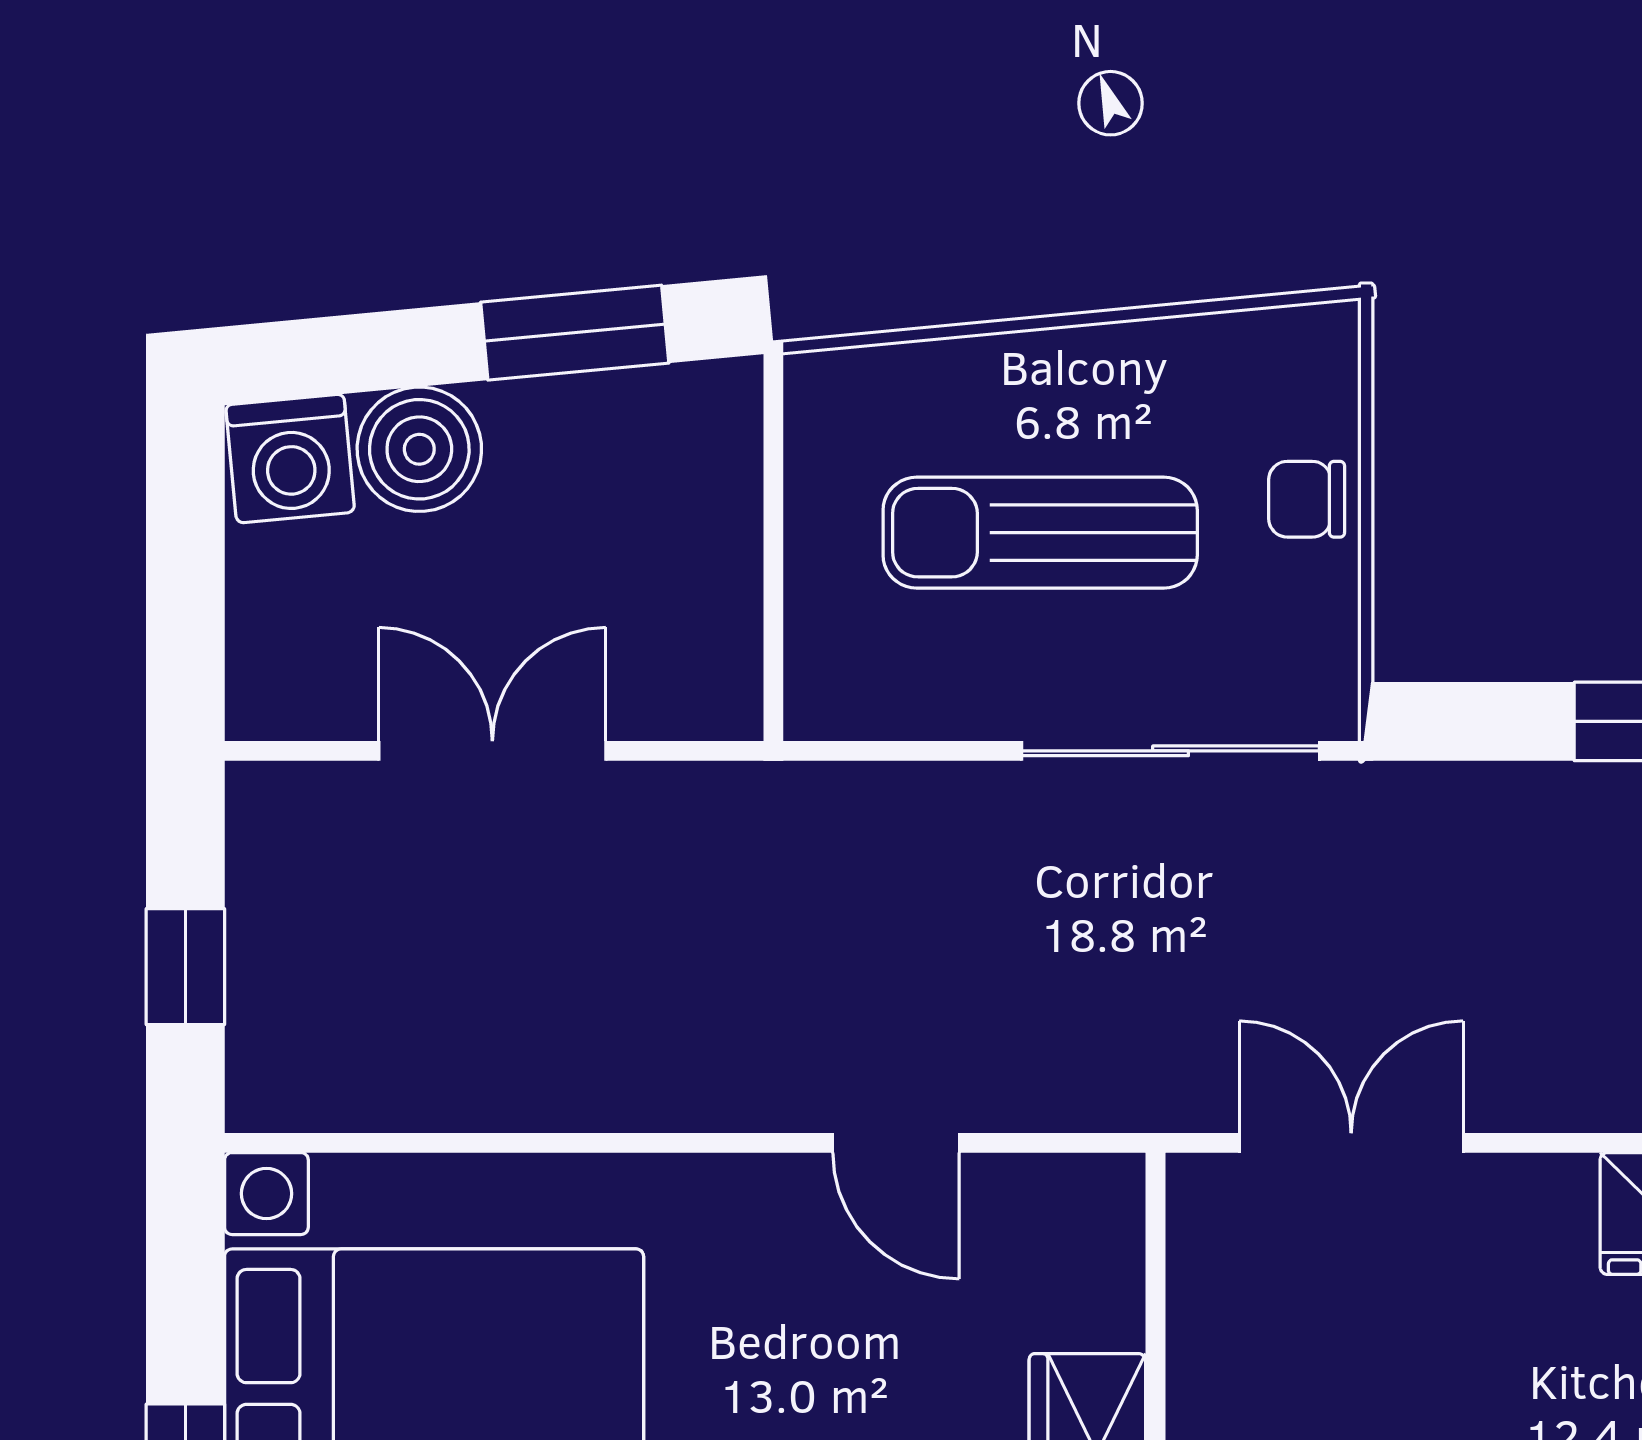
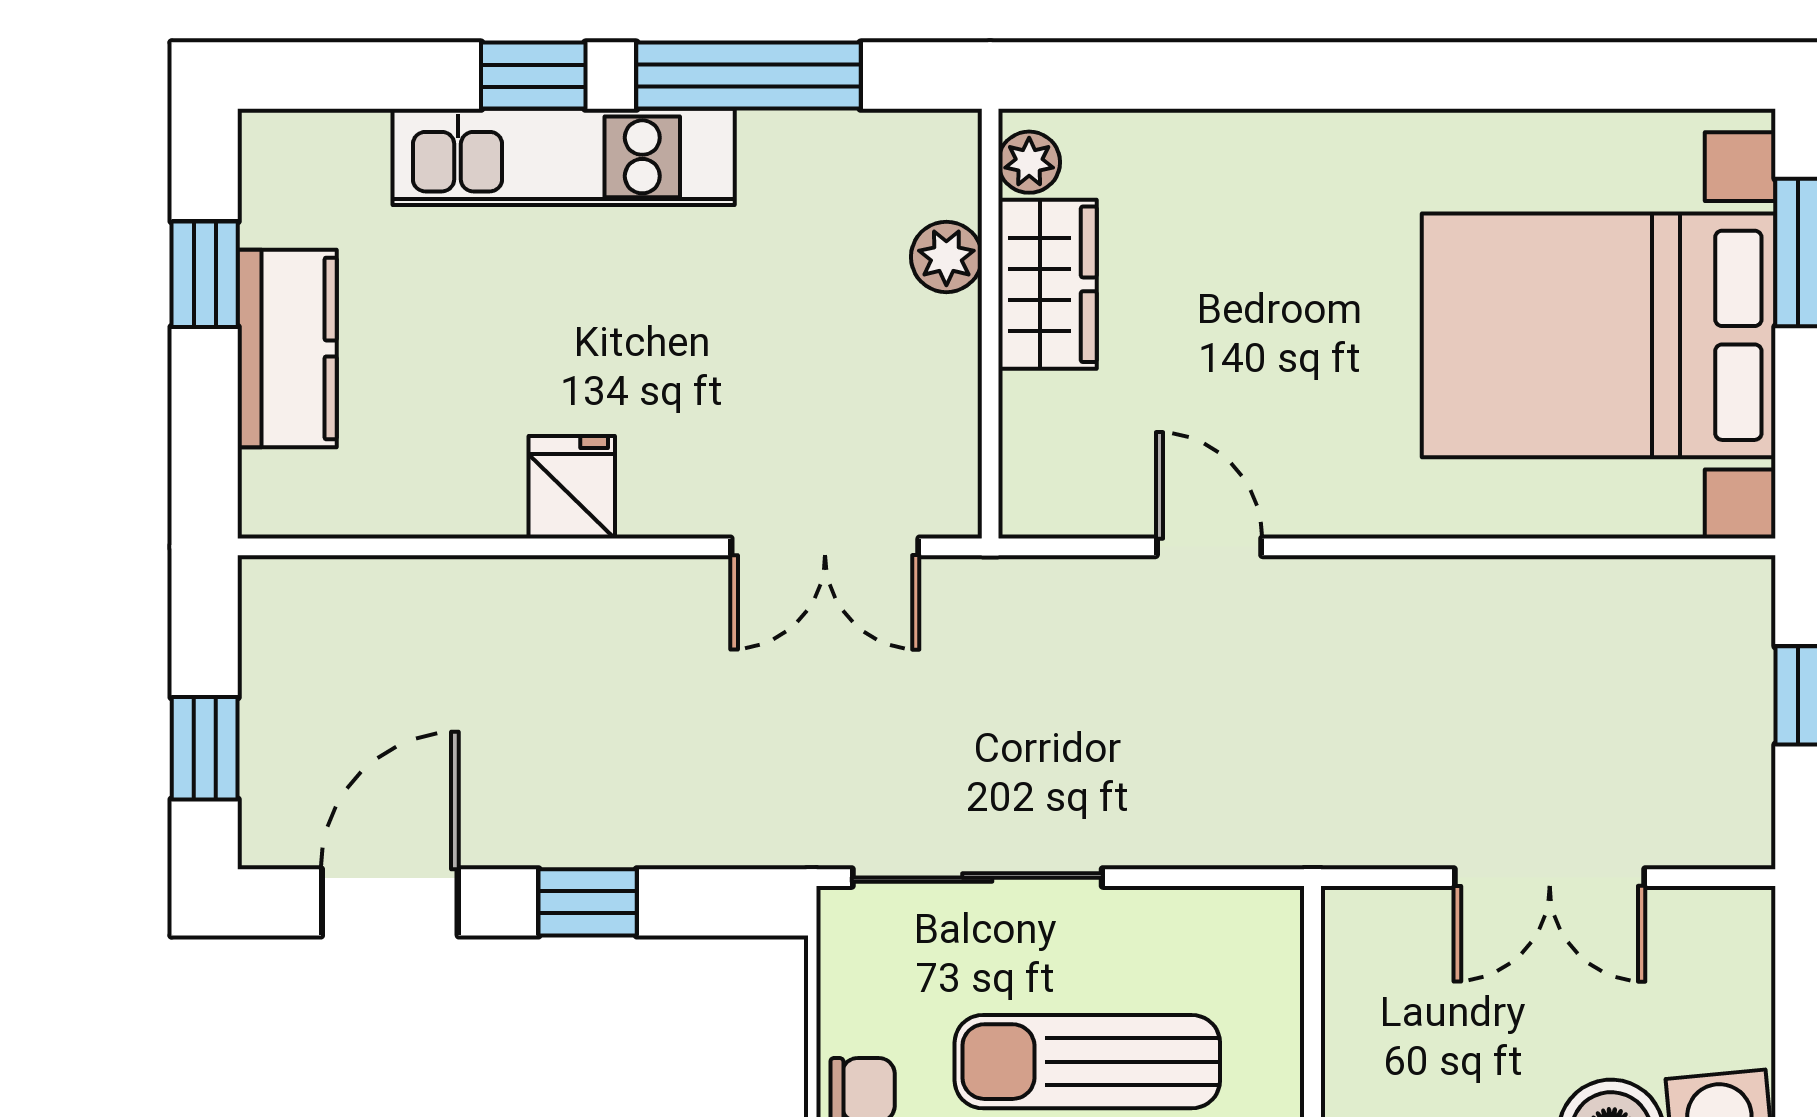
sun lounger: (1040, 533) -> (1087, 1062), turned 180

